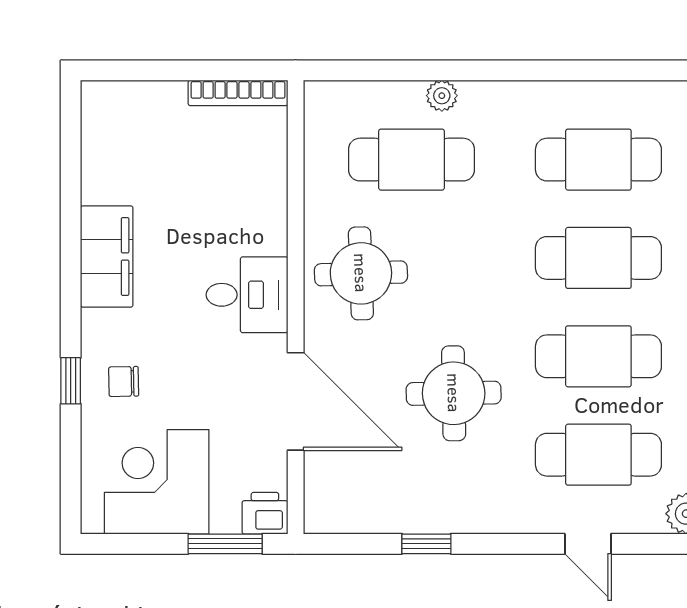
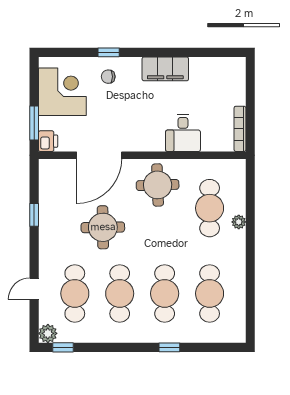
desk: (247, 295) -> (183, 133), moved
chair: (124, 381) -> (108, 77), turned -89

